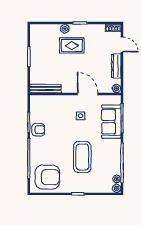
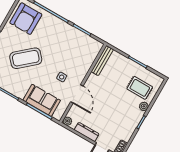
rug: (72, 46) -> (140, 88), moved, turned 90
door: (88, 94) -> (77, 94), hinge flipped
armchair: (38, 130) -> (71, 34), removed
coffee table: (82, 157) -> (26, 58), turned -41

